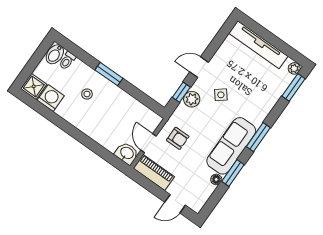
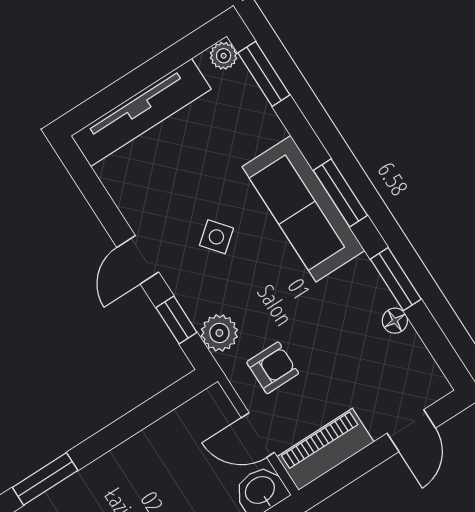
window: (109, 74) -> (45, 479), moved
plant: (192, 99) -> (219, 333), moved
sofa: (231, 146) -> (303, 209), moved

